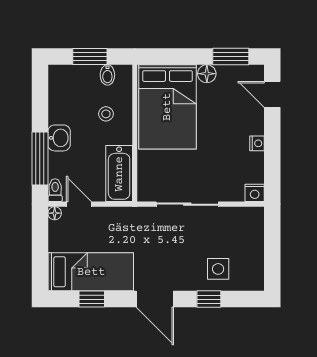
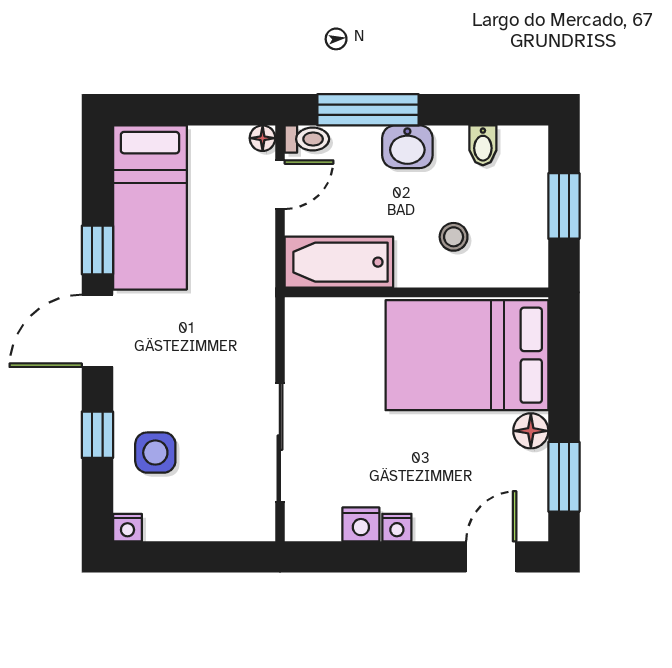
bidet: (107, 75) -> (483, 145), moved, turned -90
nightstand: (255, 193) -> (361, 524), moved, turned -90
sliding door: (187, 204) -> (280, 443), moved
nightstand: (257, 283) -> (127, 528), added
window: (92, 299) -> (97, 250), moved

